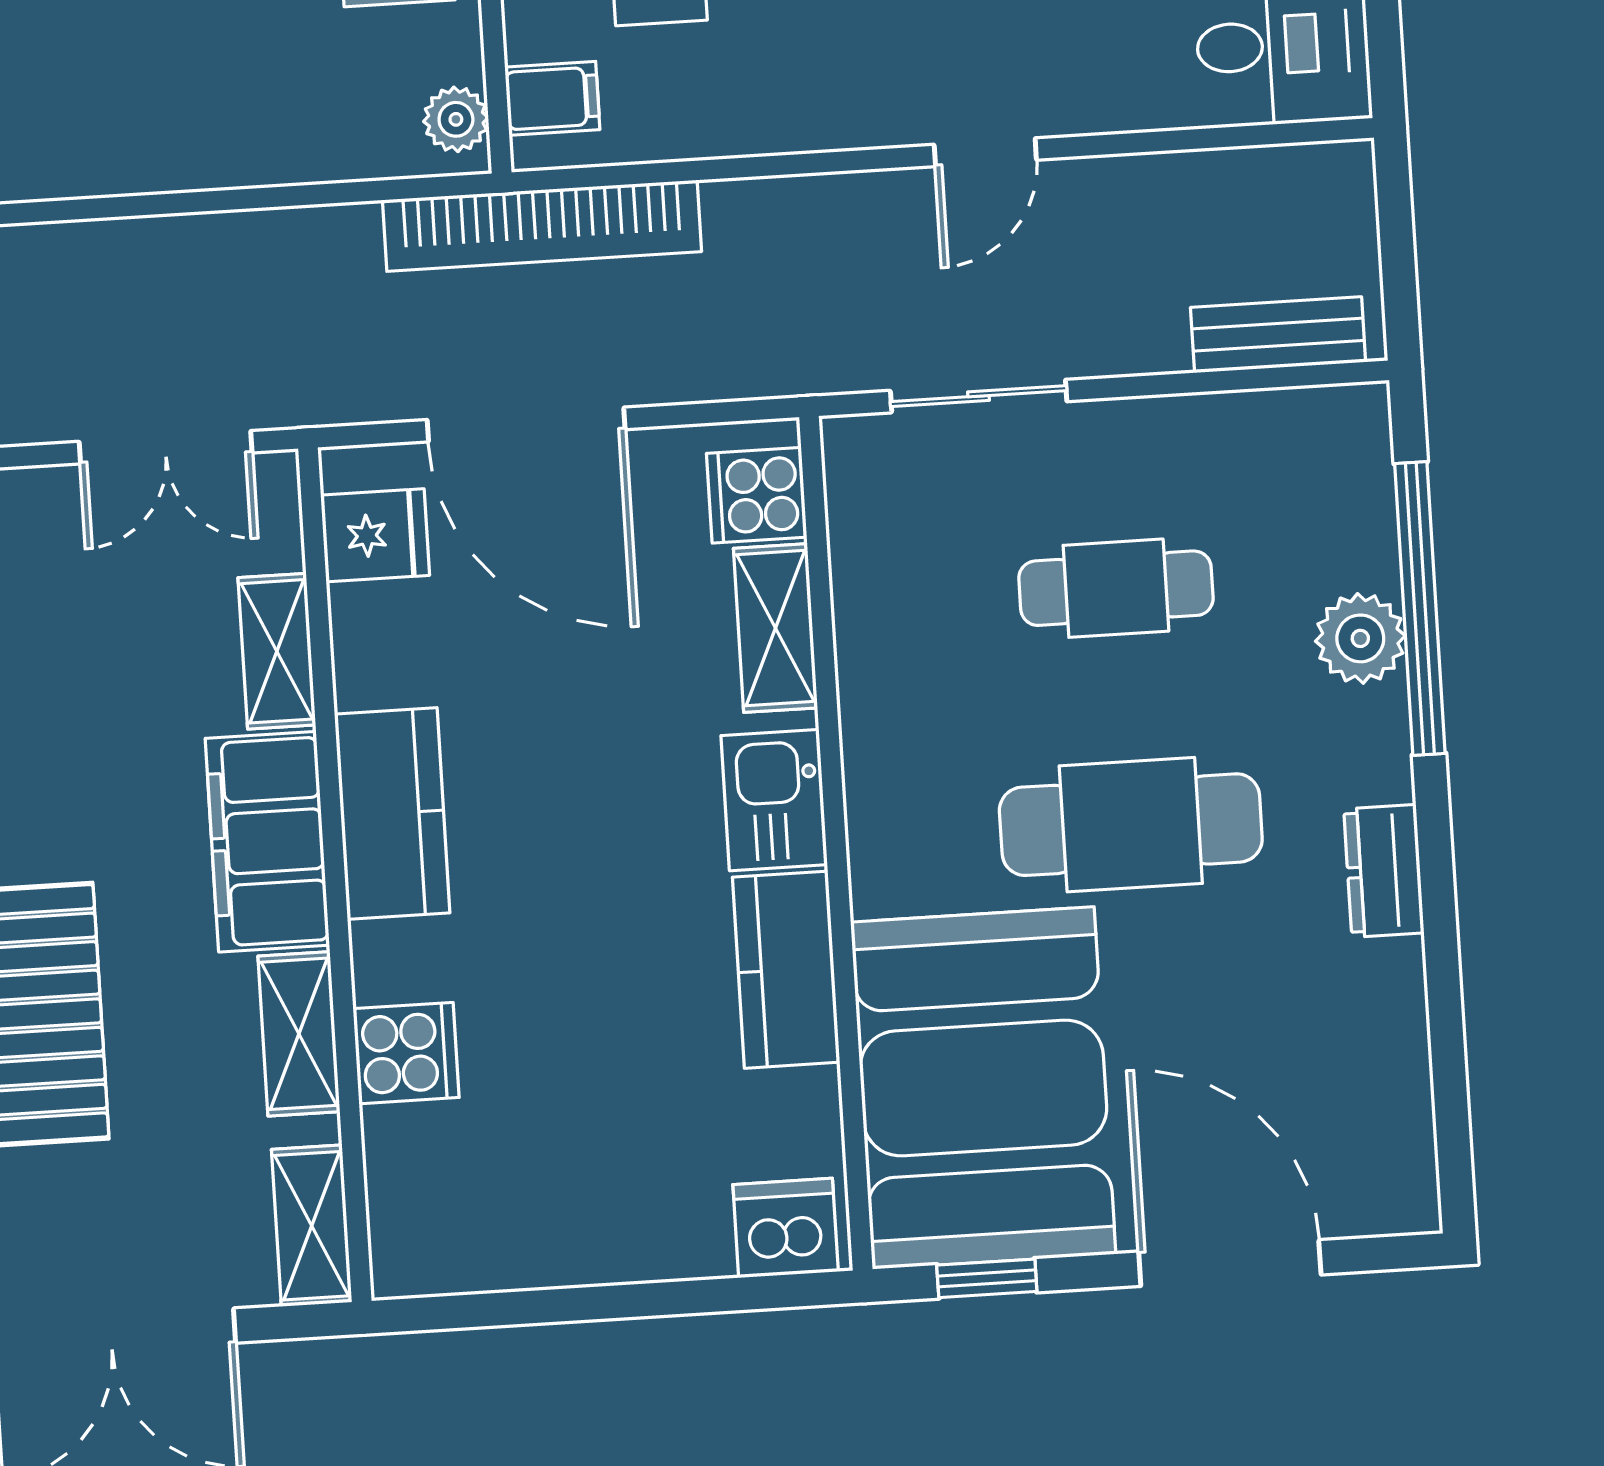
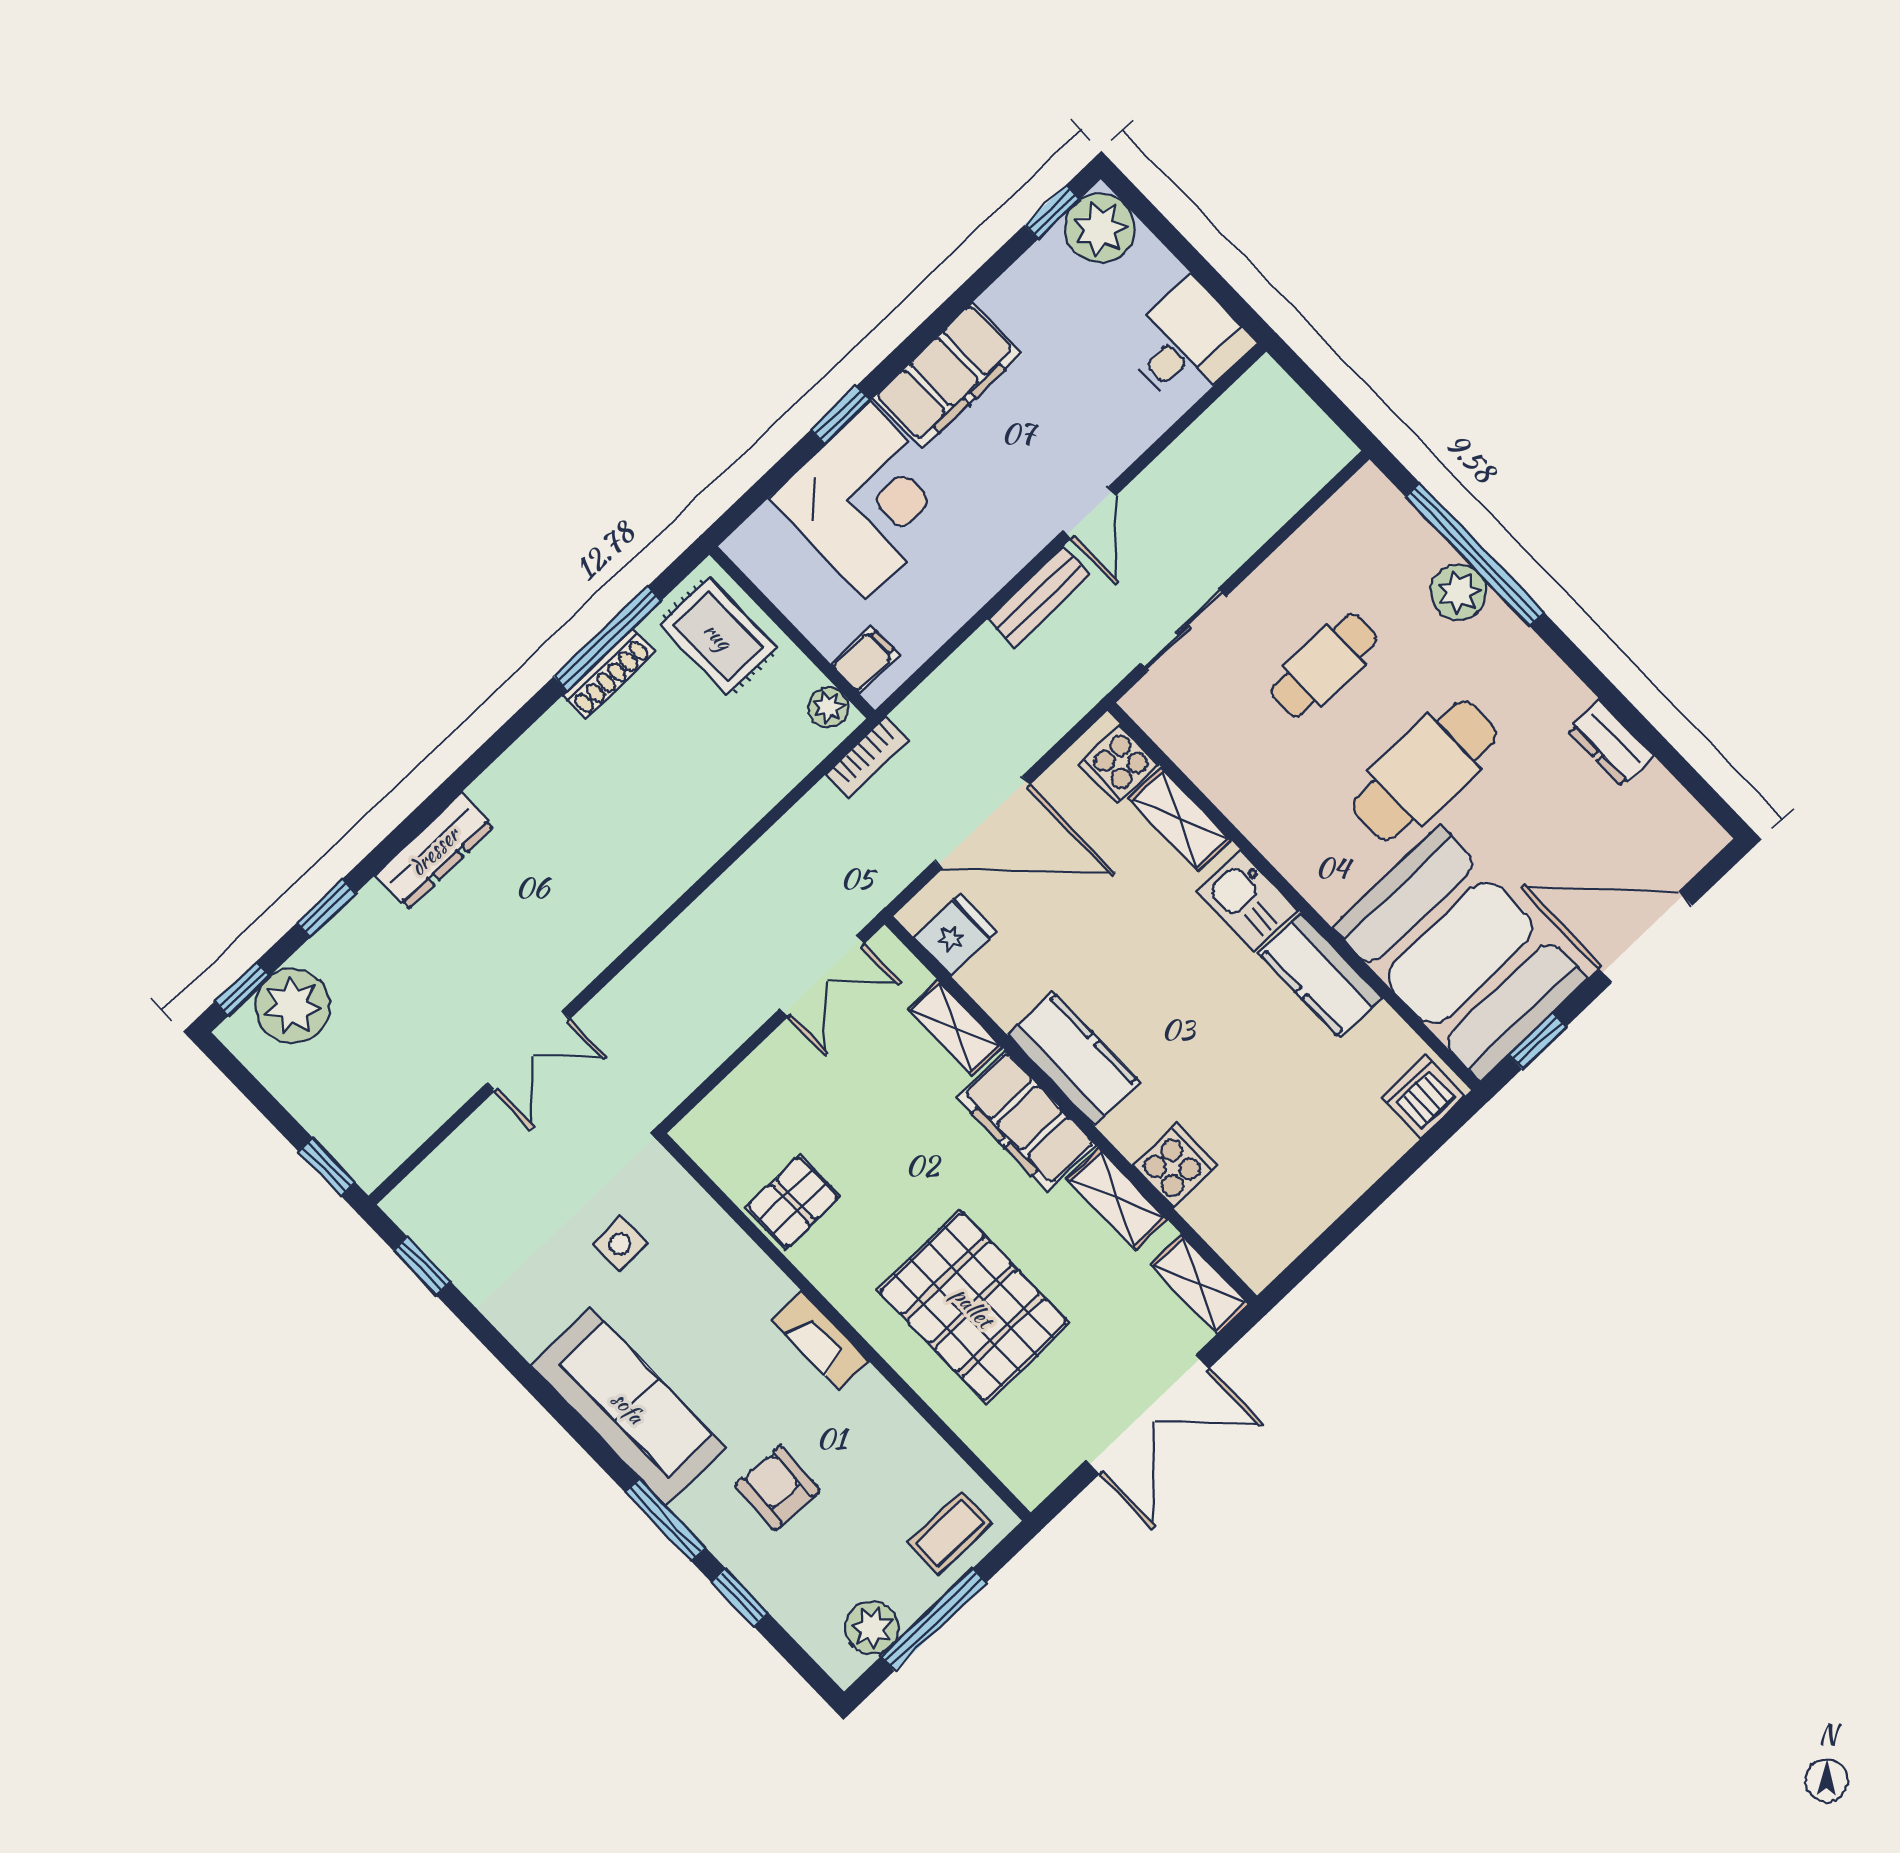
bookcase: (542, 226) -> (867, 757), width x0.43, depth x0.76
bench: (1278, 335) -> (1039, 597), moved
dresser: (1384, 871) -> (1611, 743), moved

